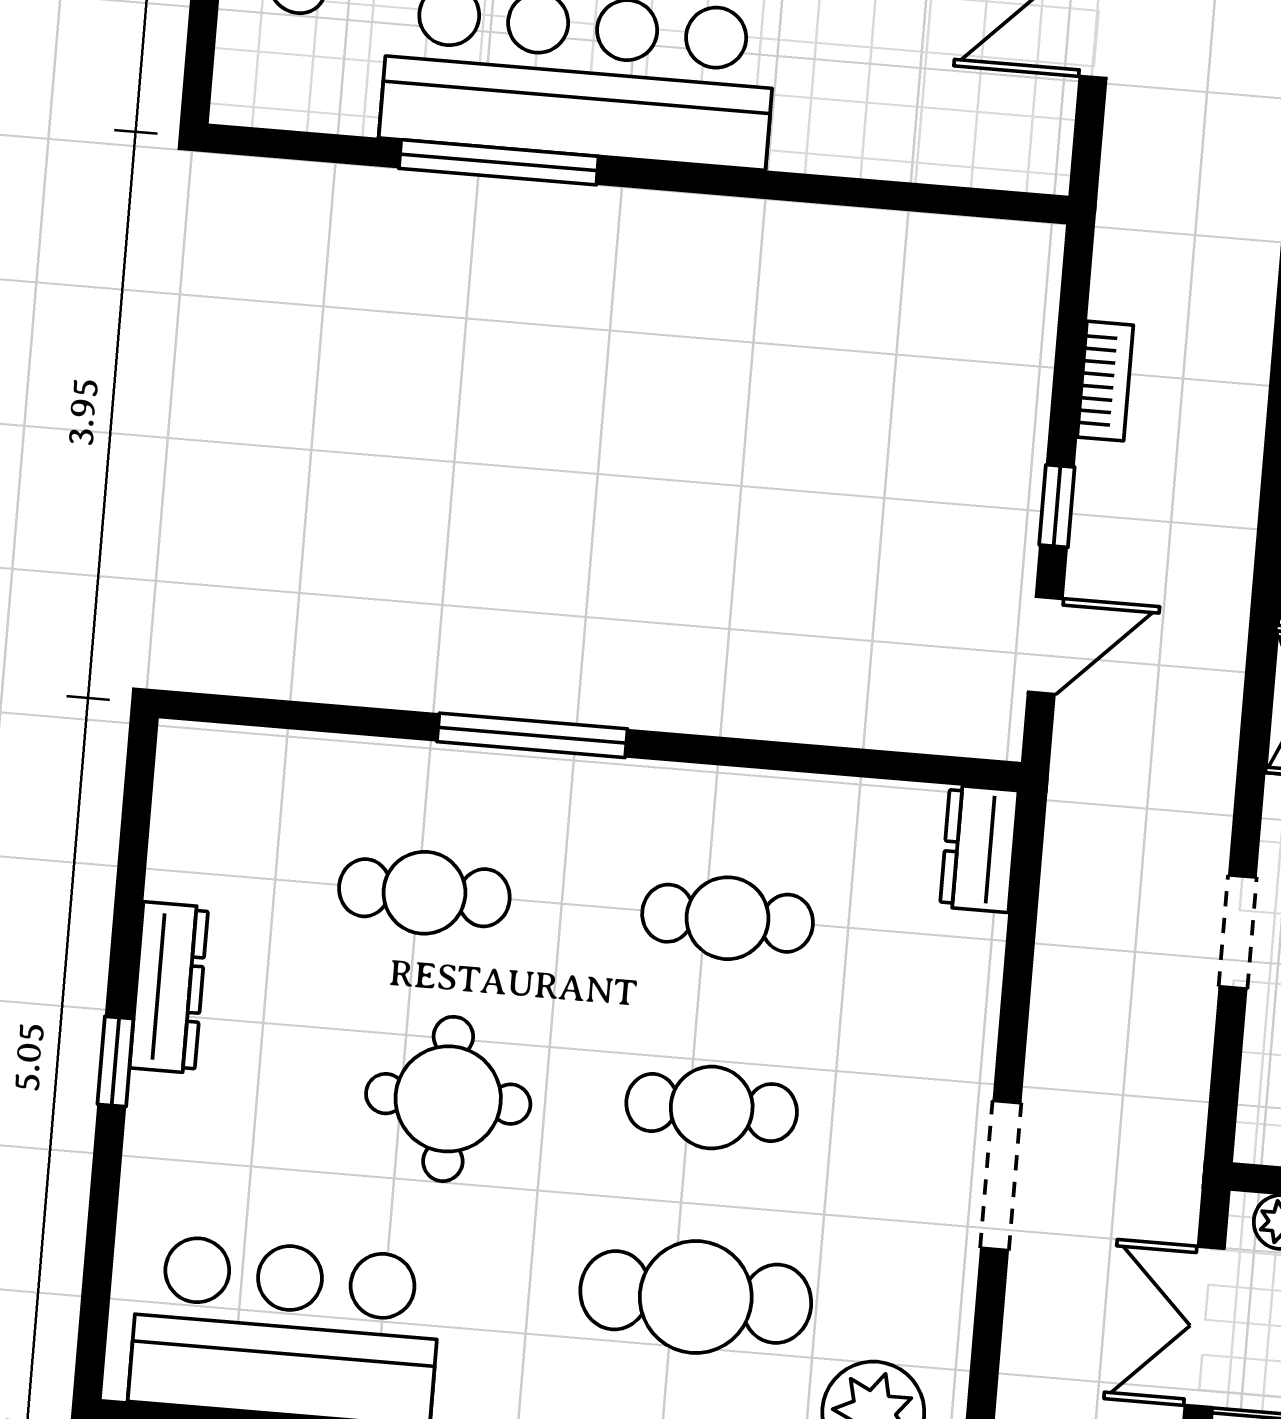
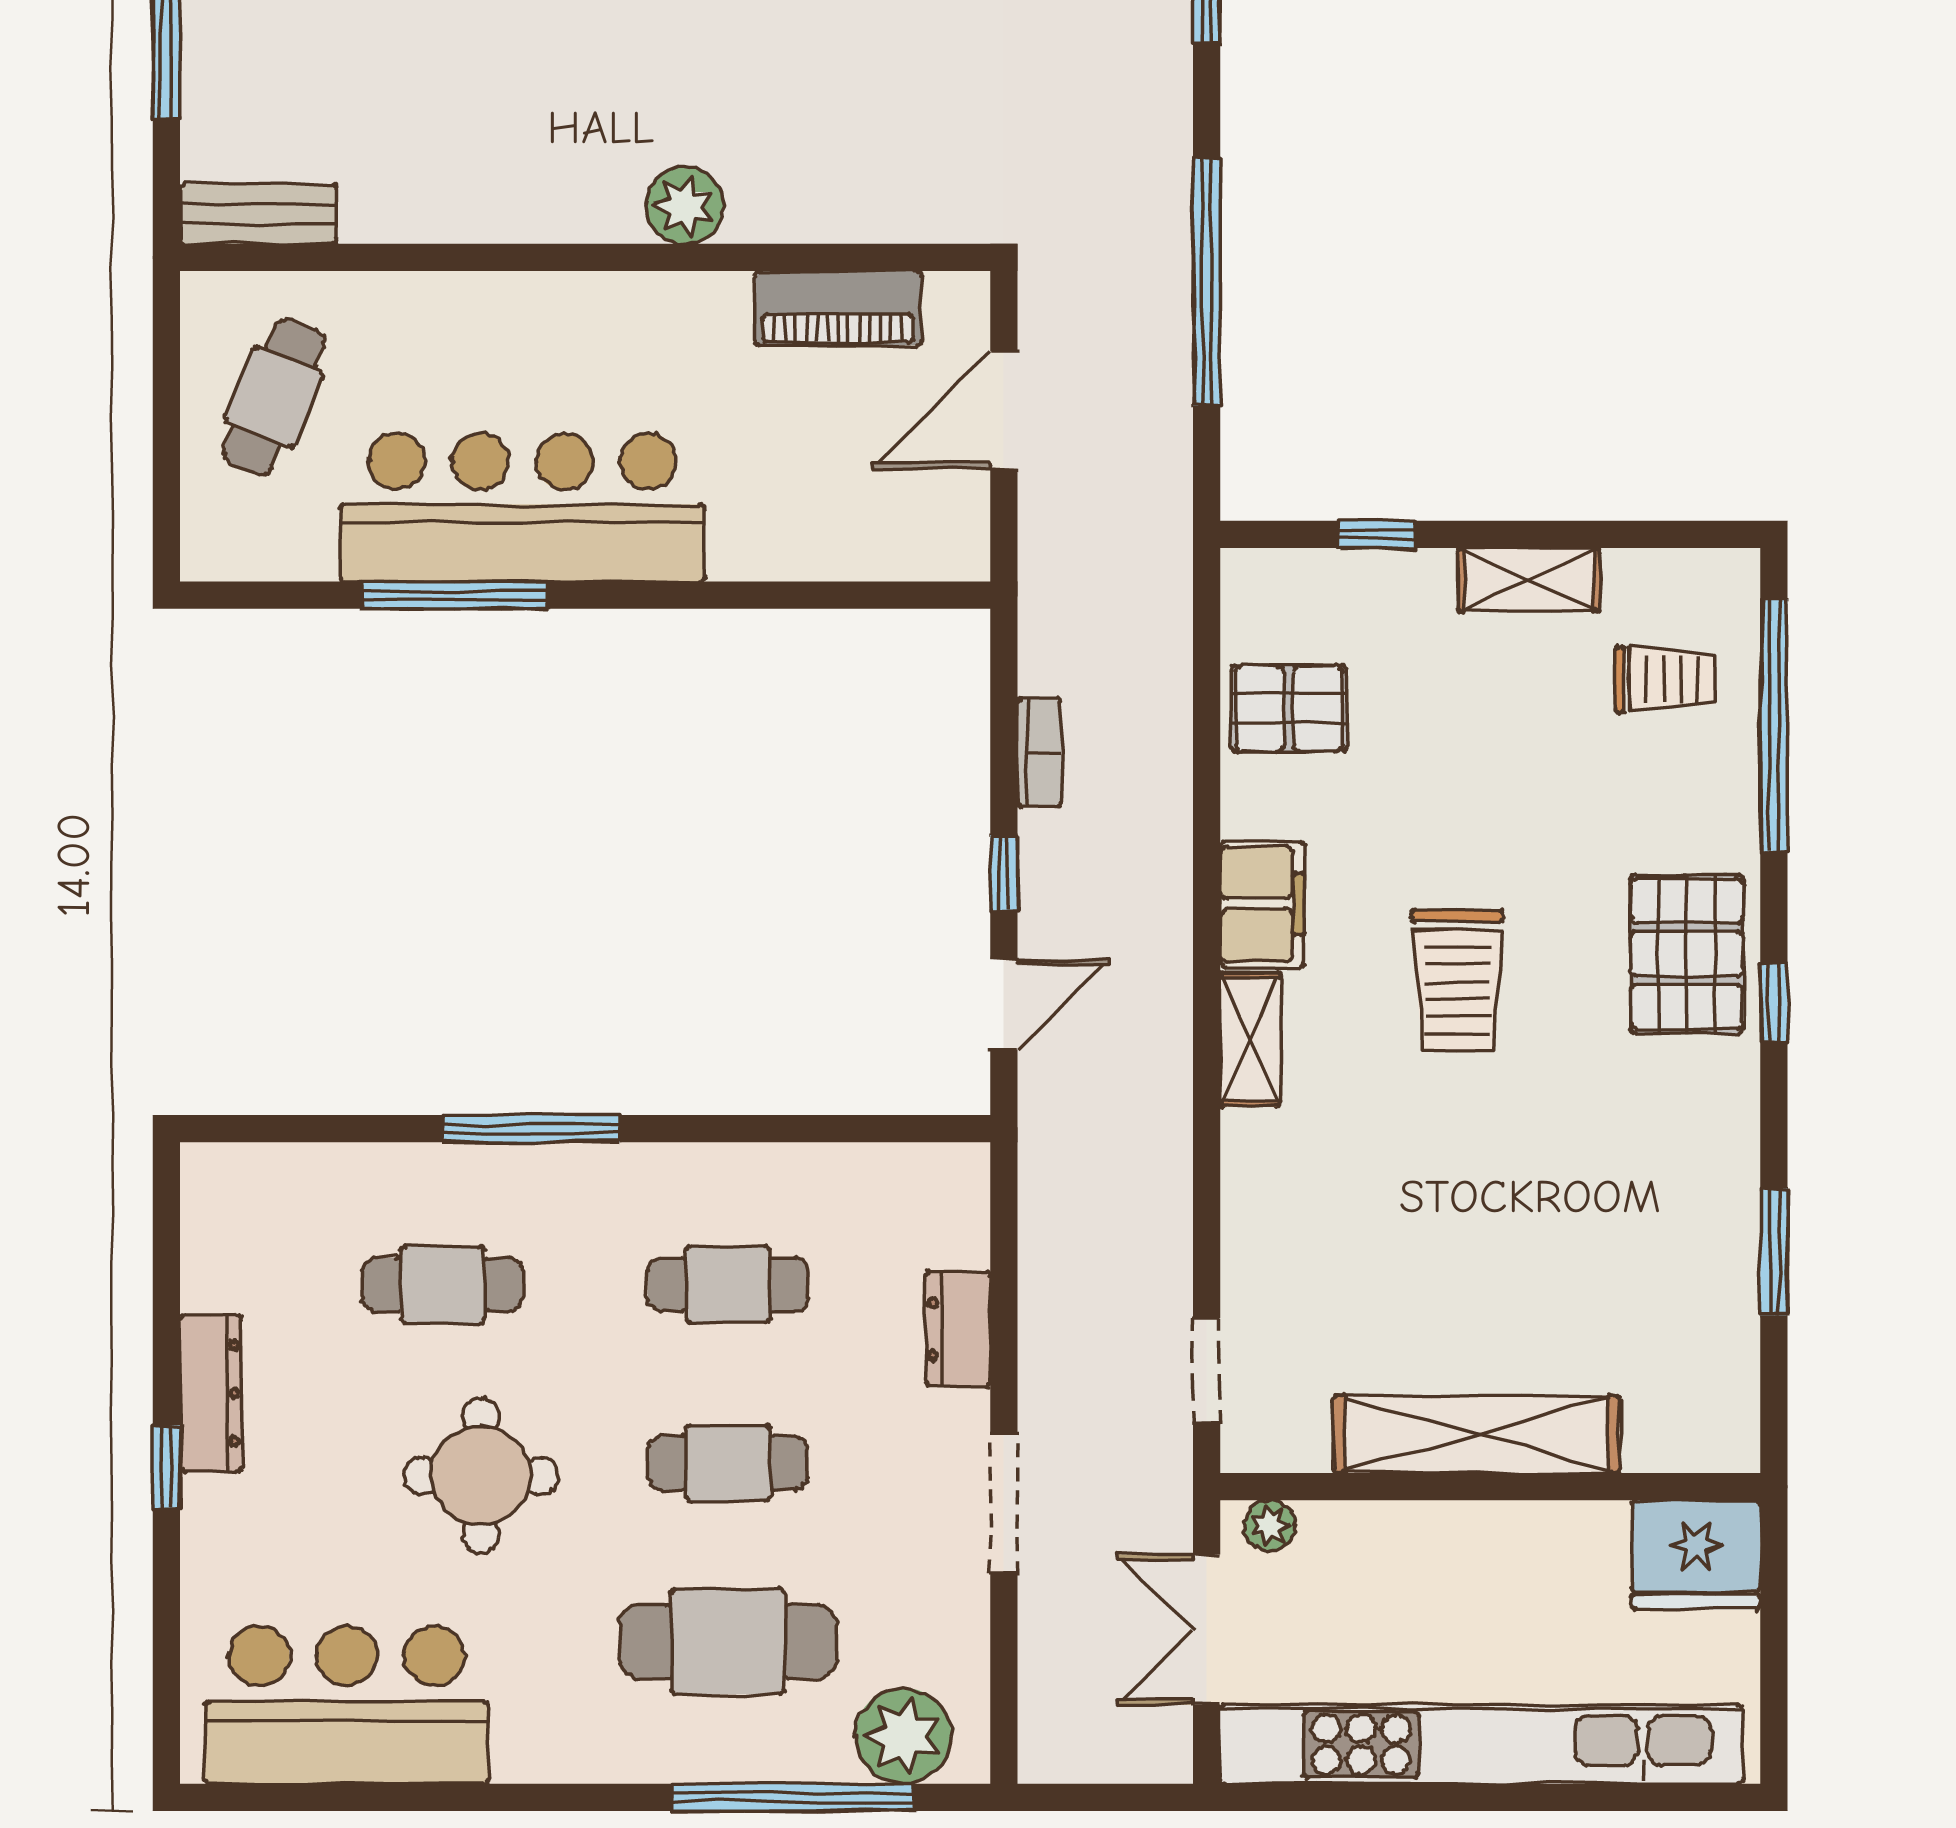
dresser: (979, 849) -> (958, 1329), moved
doorway: (1238, 932) -> (1207, 1371), moved

